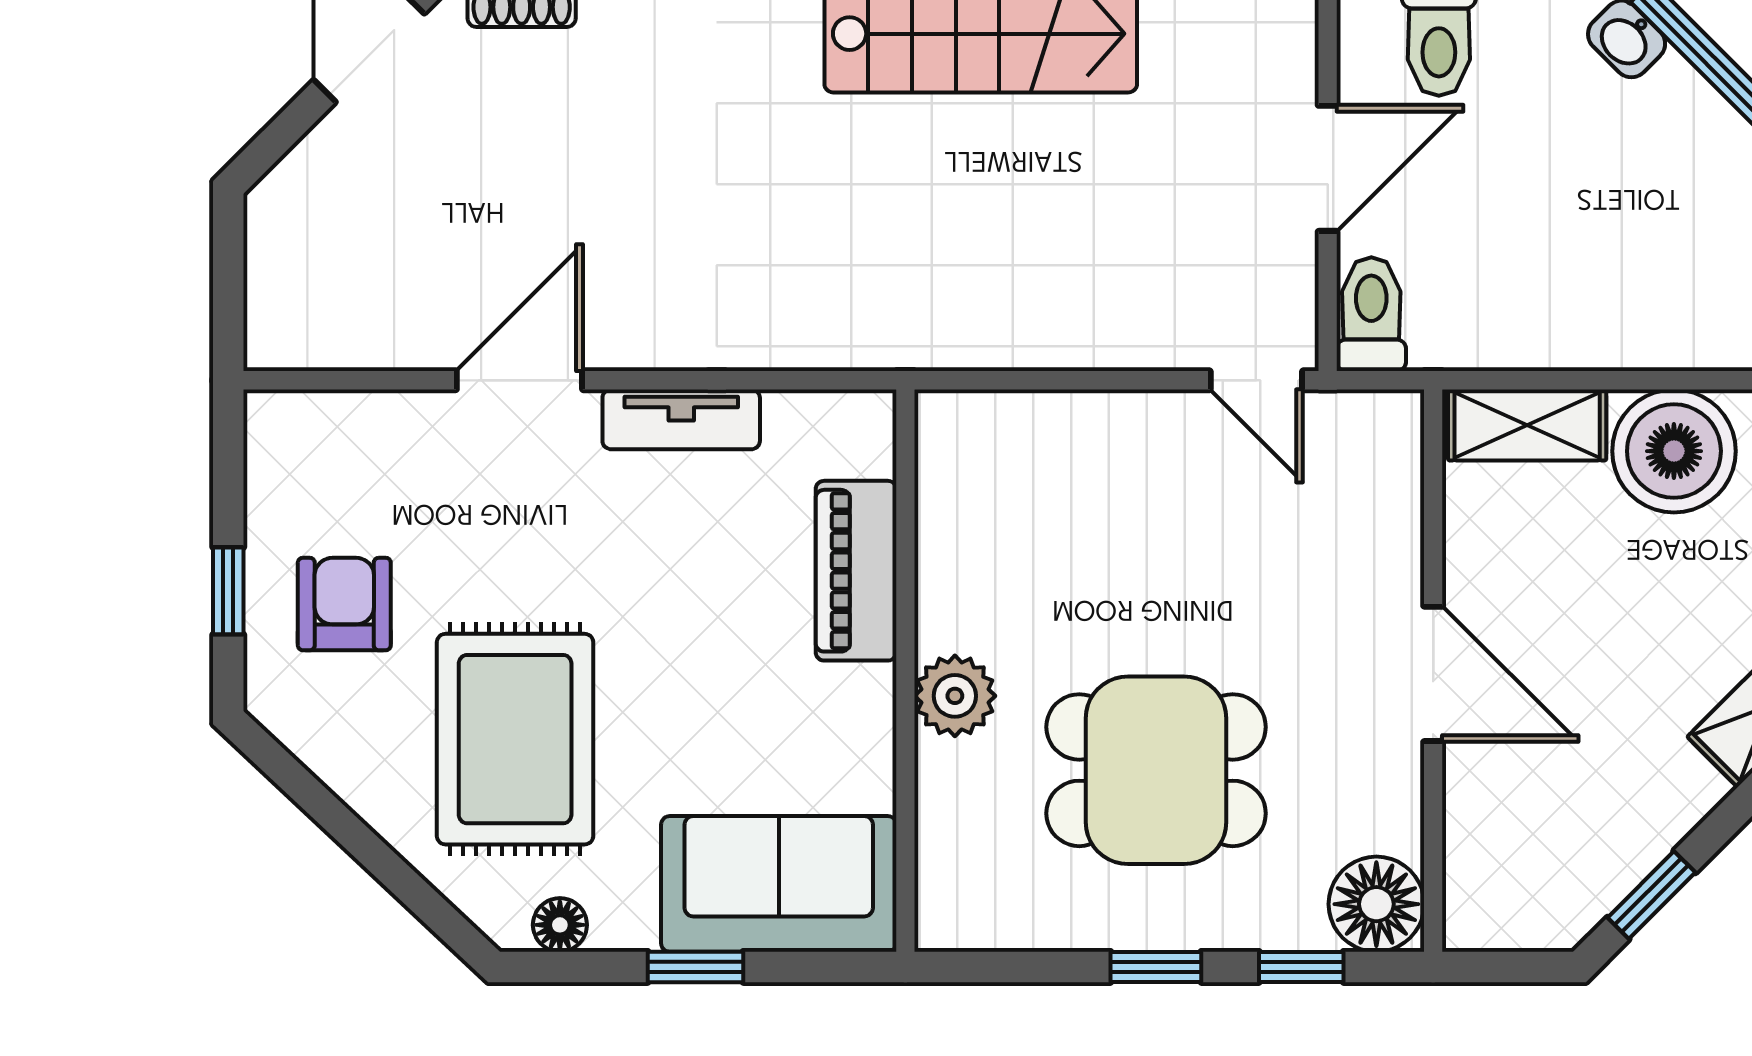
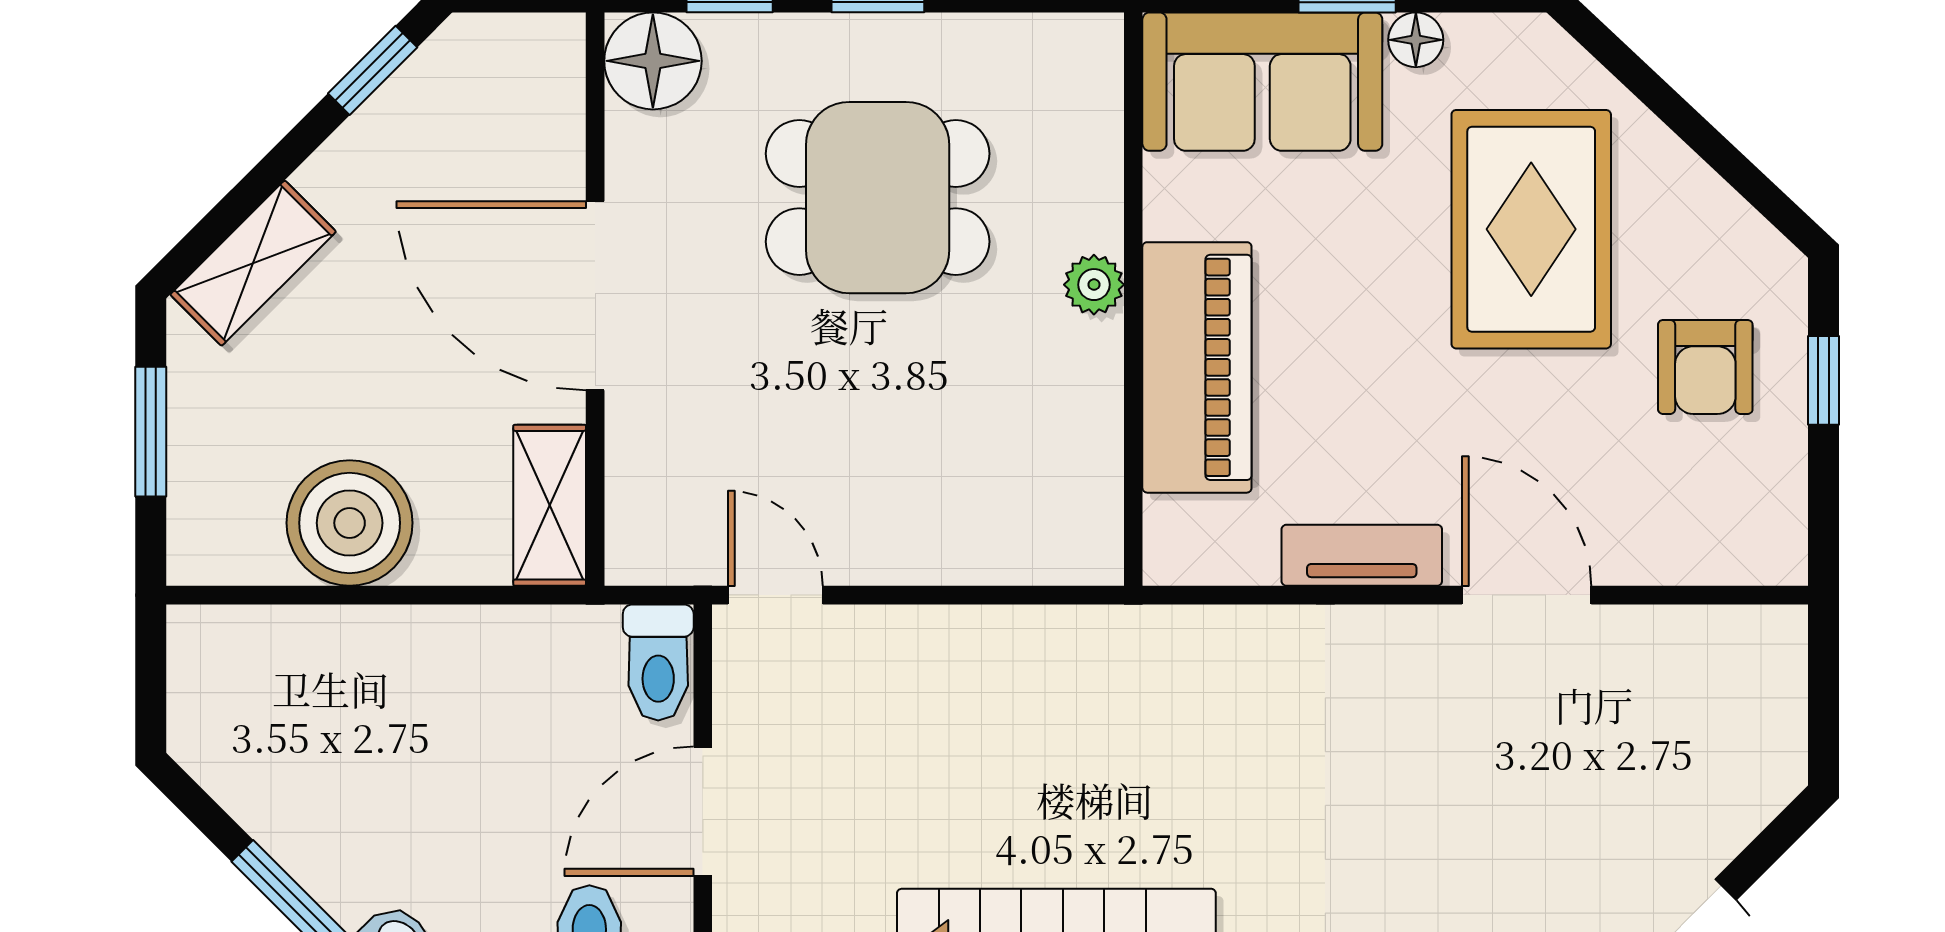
door: (519, 380) -> (1527, 595), swing flipped
shelving: (1527, 425) -> (550, 505), moved, turned 90
piano: (856, 571) -> (1197, 367), width x1.37, depth x1.33
door: (1433, 674) -> (595, 296), width x1.36
plant: (955, 696) -> (1094, 285), width x0.73, depth x0.73
floor lamp: (560, 925) -> (1416, 40), moved

